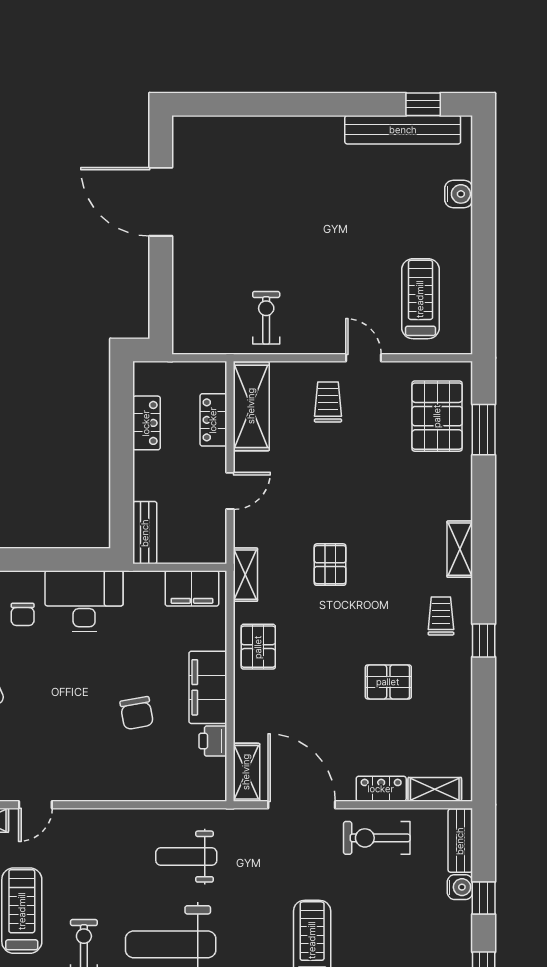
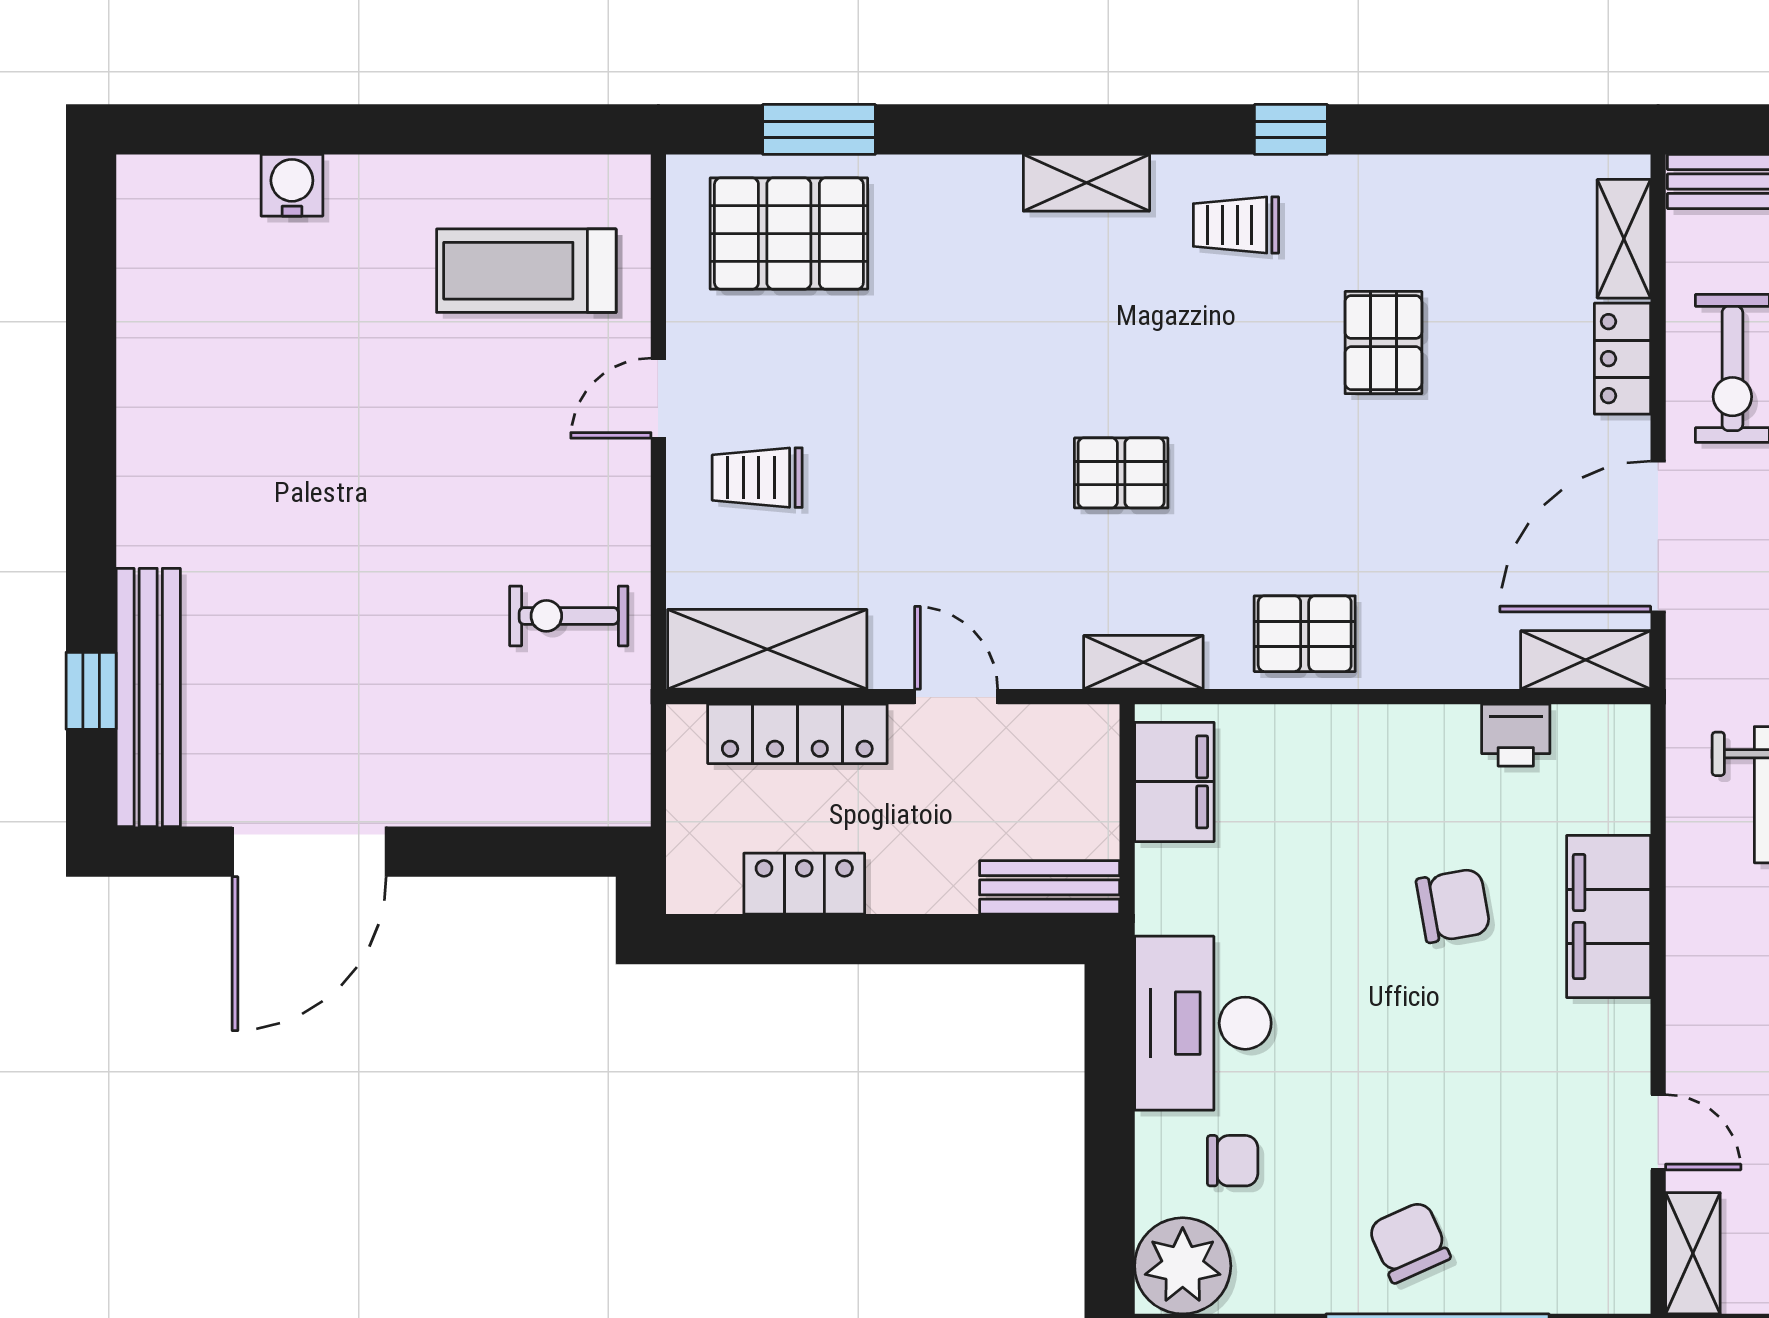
window: (423, 104) -> (91, 691), moved
bench: (403, 130) -> (148, 698), moved
locker: (213, 420) -> (797, 734), width x1.53
filing cabinet: (208, 687) -> (1609, 917), moved, turned 90

